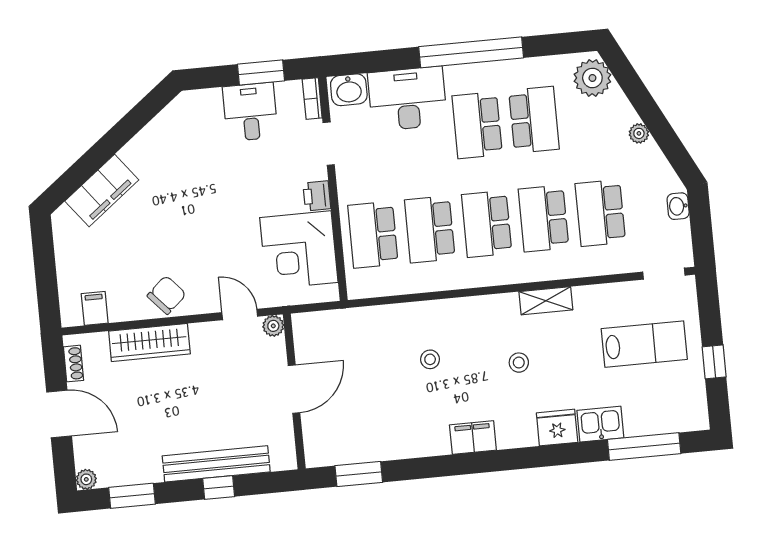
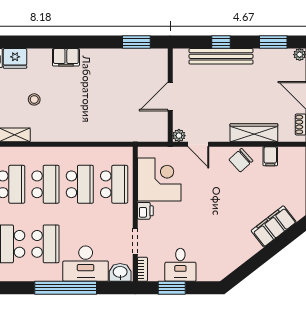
window: (471, 52) -> (66, 288), moved
filing cabinet: (95, 308) -> (270, 156), moved
stool: (430, 359) -> (87, 107), removed

